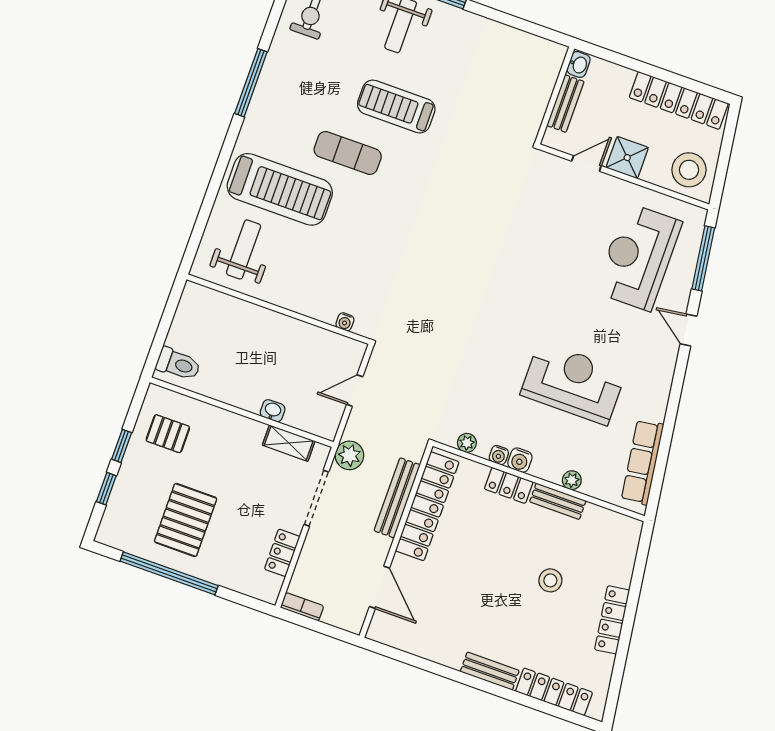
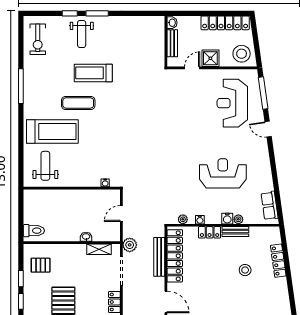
water cooler: (520, 460) -> (227, 219), moved
row of seats: (642, 462) -> (270, 206), width x0.68
locker: (612, 620) -> (278, 261), moved

